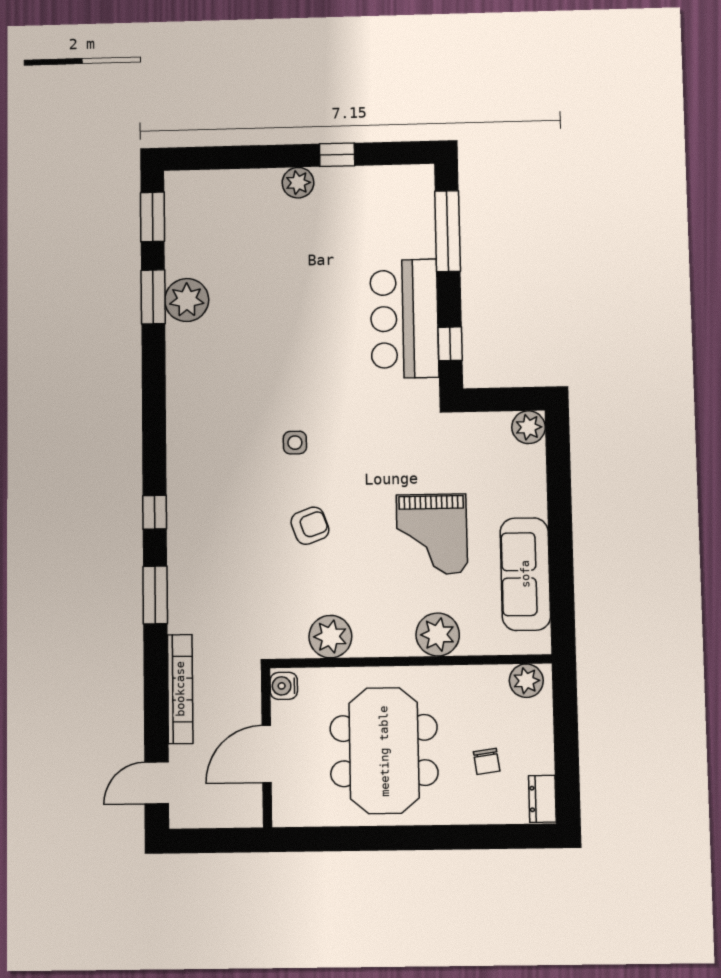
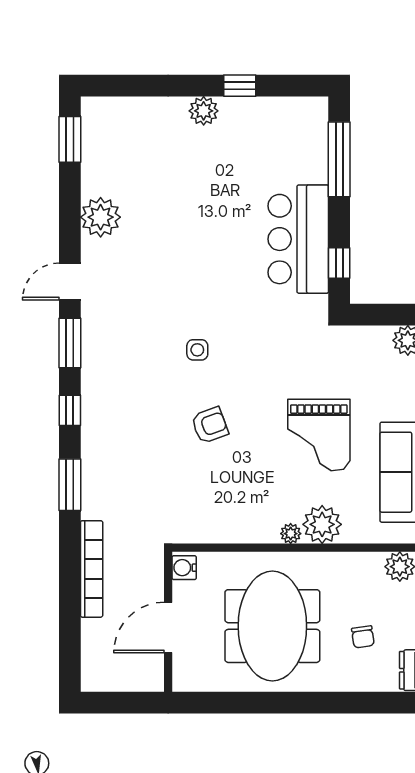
window: (153, 297) -> (70, 343), moved
plant: (330, 637) -> (291, 534), moved, width x0.53, depth x0.53
door: (157, 783) -> (70, 282), moved

